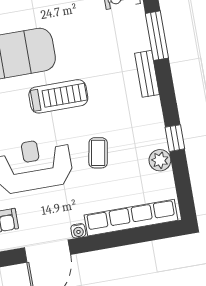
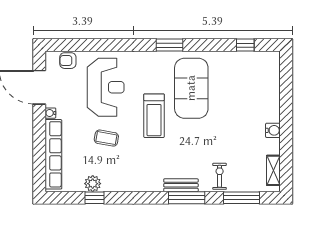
bench: (147, 74) -> (181, 185), moved
window: (175, 138) -> (94, 198), moved

